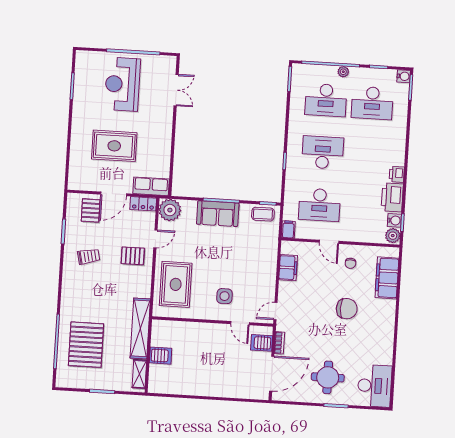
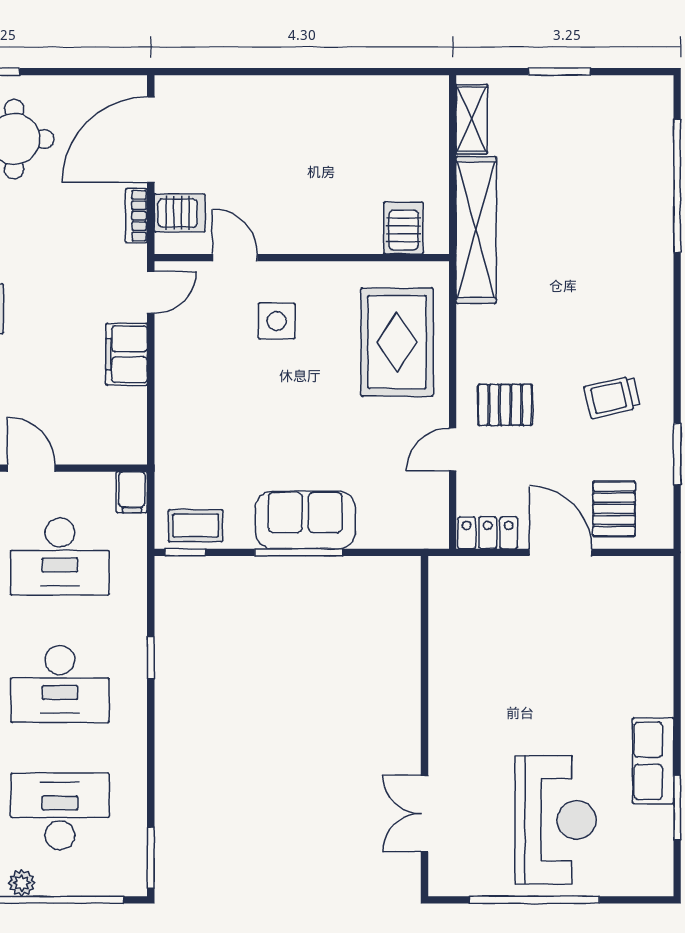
rug: (114, 146) -> (566, 669), removed
row of seats: (151, 186) -> (653, 761), moved, turned 90
door: (114, 194) -> (561, 552), hinge flipped
desk: (319, 205) -> (60, 556), turned 180
plant: (170, 210) -> (422, 522), removed
filing cabinet: (288, 268) -> (127, 354), moved
pallet: (86, 345) -> (605, 183), removed
server rack: (161, 356) -> (403, 228), moved, turned 90

